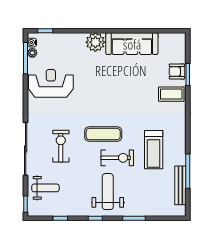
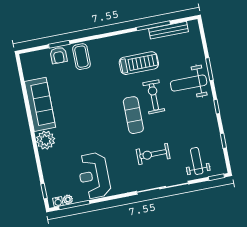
weight bench: (108, 192) -> (189, 83), moved

